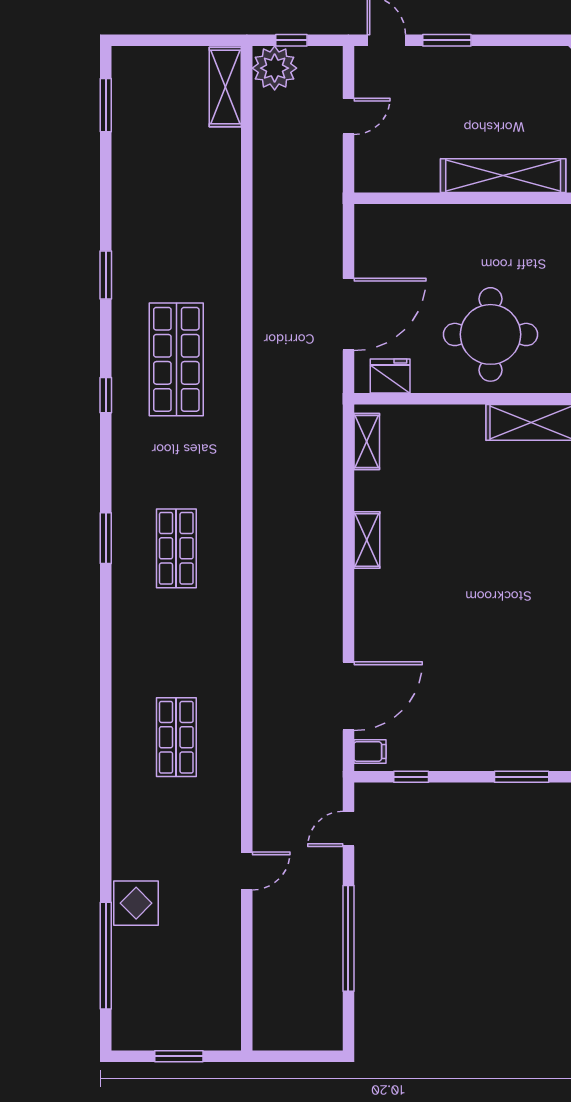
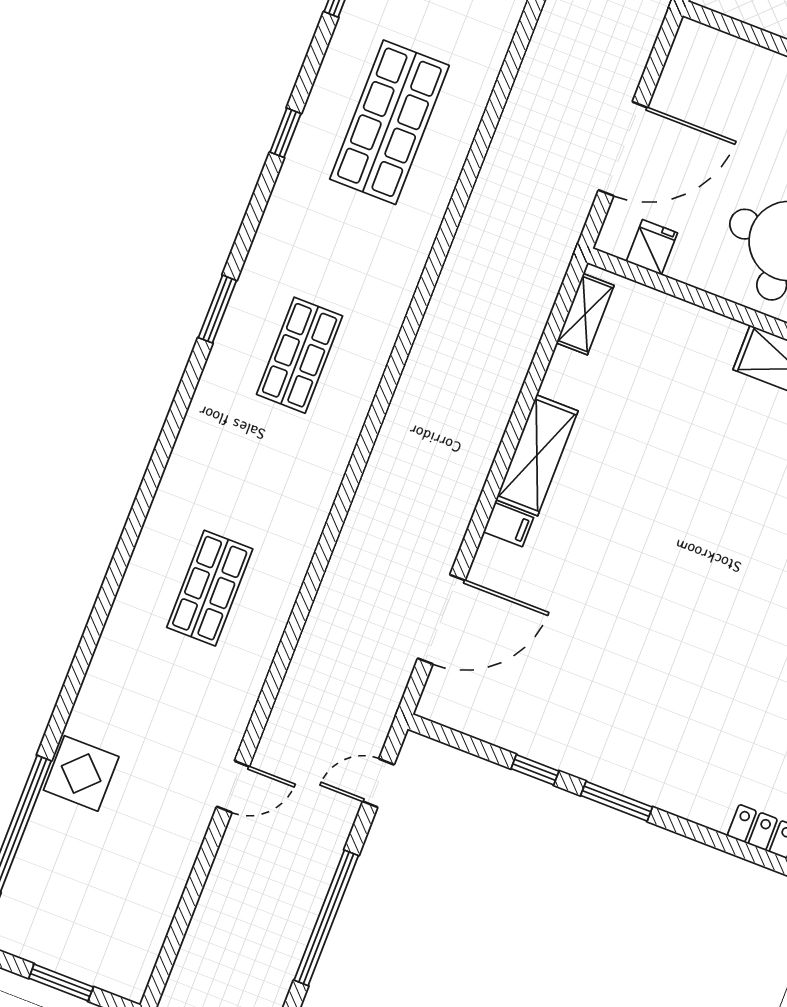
fridge: (390, 376) -> (652, 247), width x0.72
shelving: (367, 540) -> (537, 455), width x1.50, depth x1.33
filing cabinet: (370, 751) -> (508, 525), moved
window: (411, 777) -> (535, 770), moved

